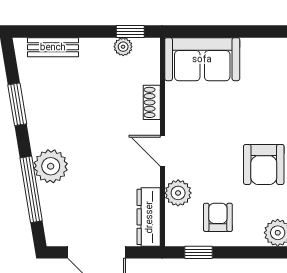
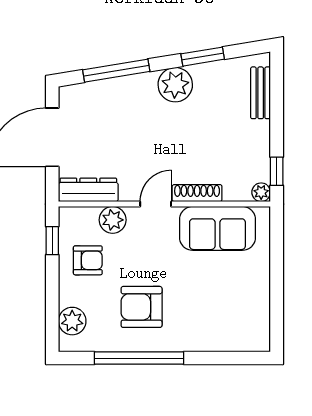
plant: (123, 47) -> (261, 192), moved
sofa: (202, 59) -> (217, 228), moved, turned -90
shoe rack: (152, 102) -> (197, 193), width x1.43
plant: (51, 166) -> (175, 85), moved

